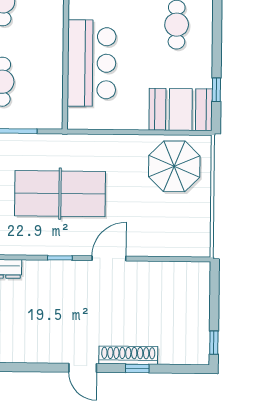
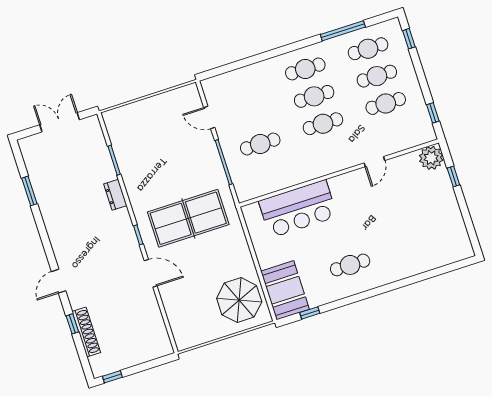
table tennis table: (60, 194) -> (188, 218), turned 90
shoe rack: (128, 355) -> (86, 332), moved

